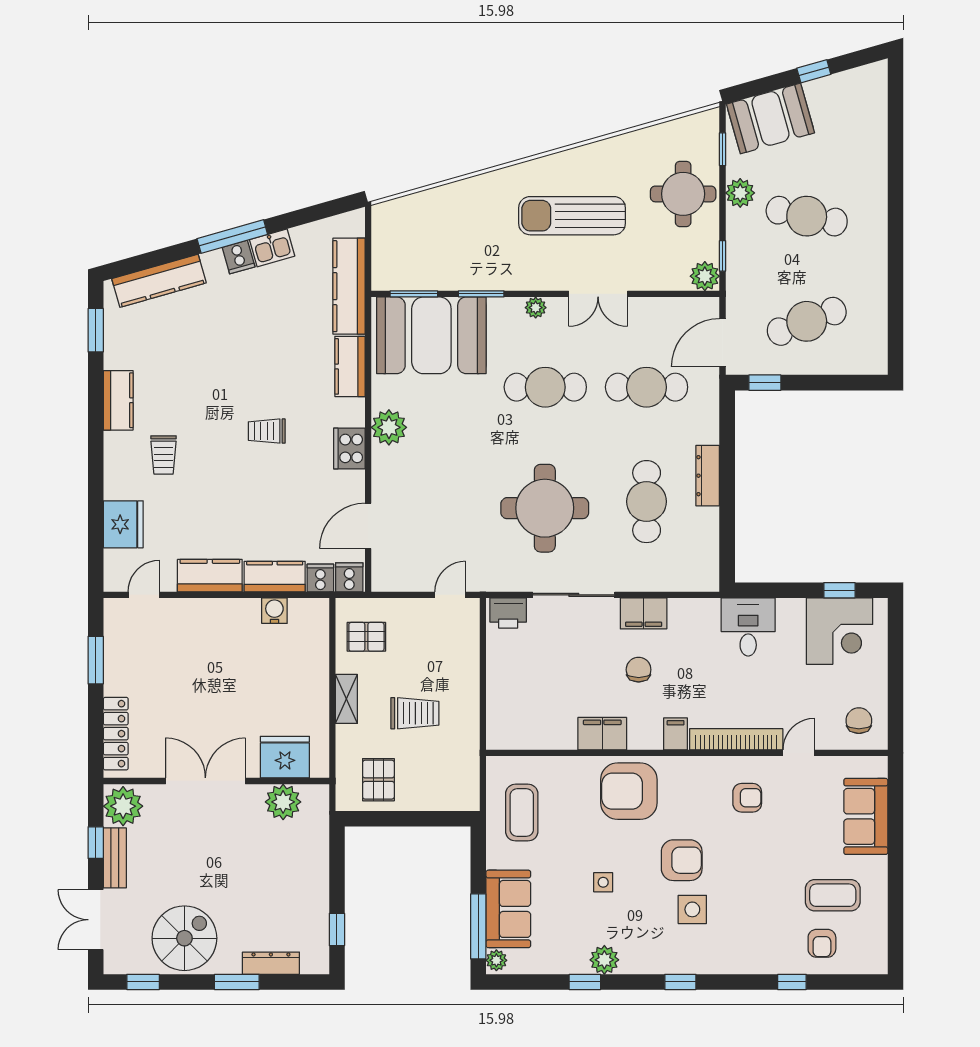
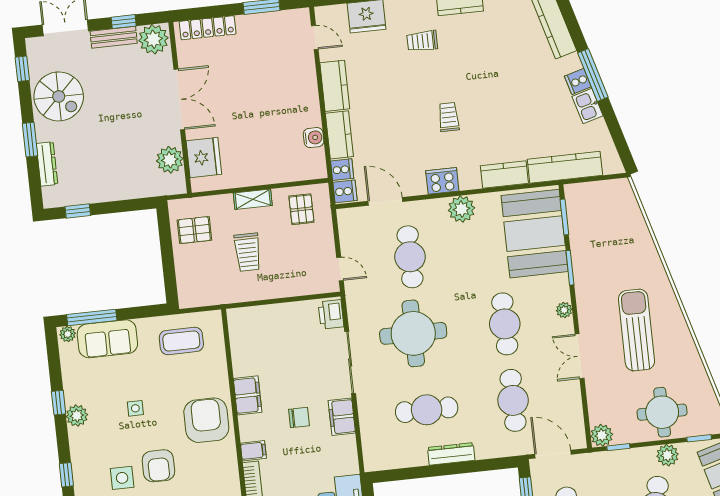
cafe table: (444, 502) -> (410, 257), added

